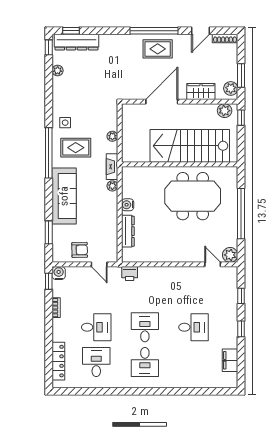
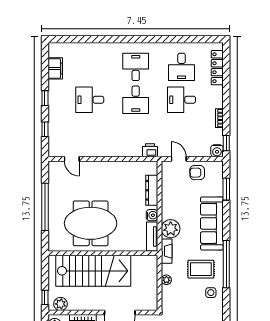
tv unit: (127, 182) -> (152, 236), added
plant: (112, 186) -> (171, 229), width x1.88, depth x1.88
plant: (230, 255) -> (55, 168), removed

